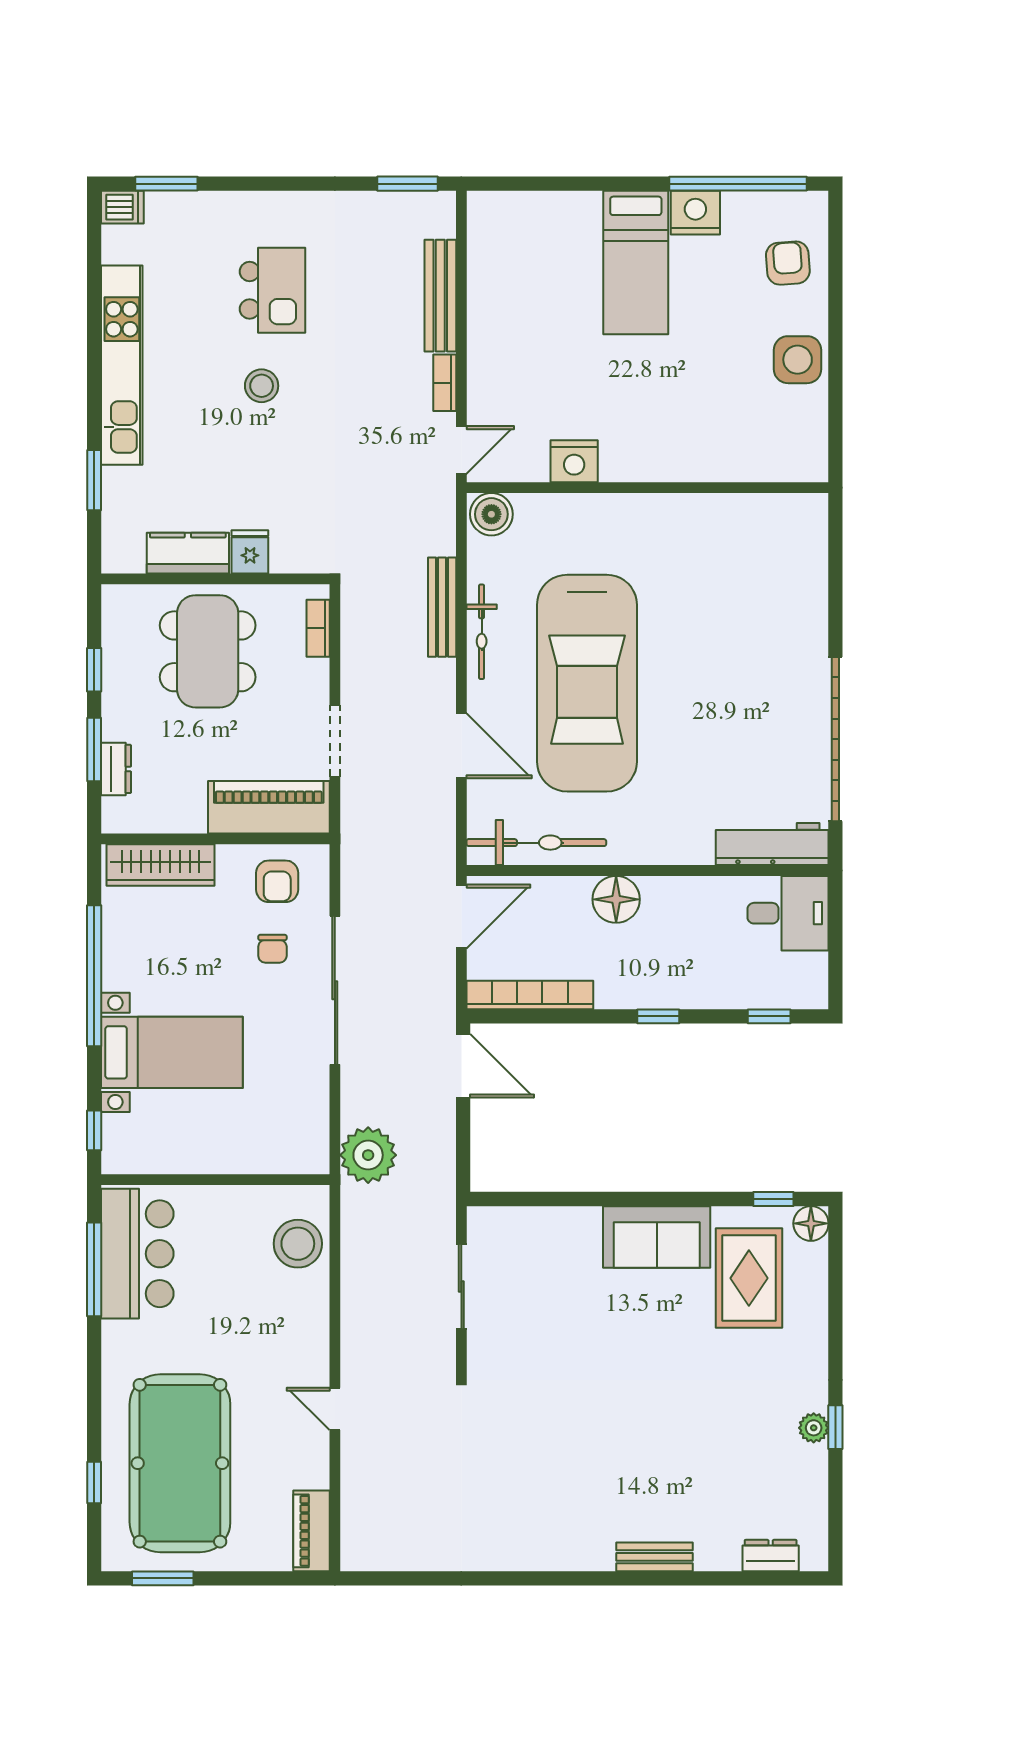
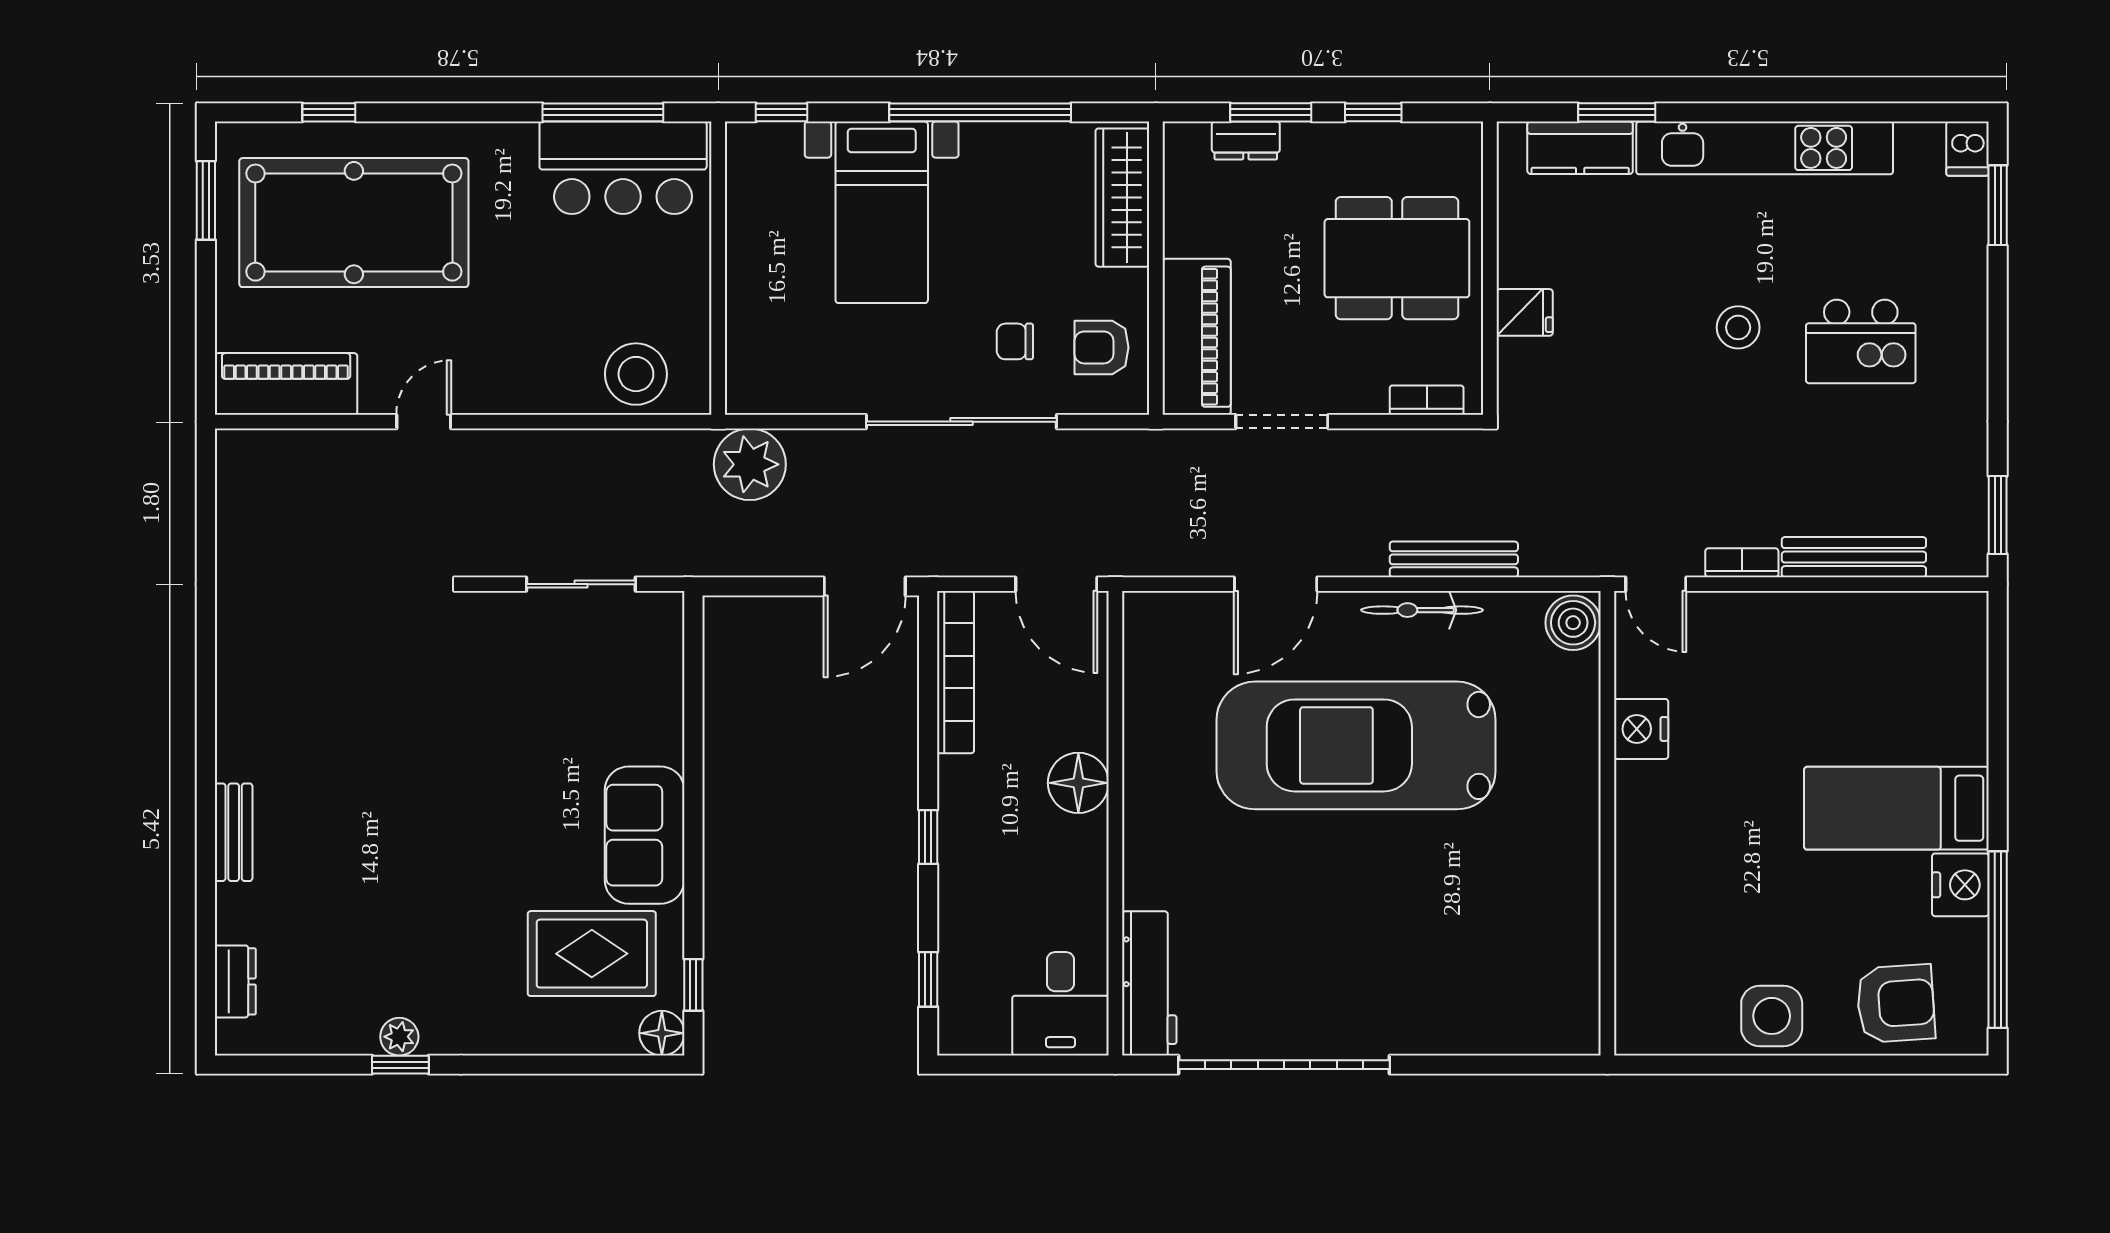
armchair: (788, 263) -> (1896, 1004), width x1.38, depth x1.38
kitchen counter: (188, 553) -> (1580, 148), moved, turned 90
bicycle: (536, 843) -> (1151, 680), removed
piano: (311, 1531) -> (286, 384), width x1.37, depth x1.33

